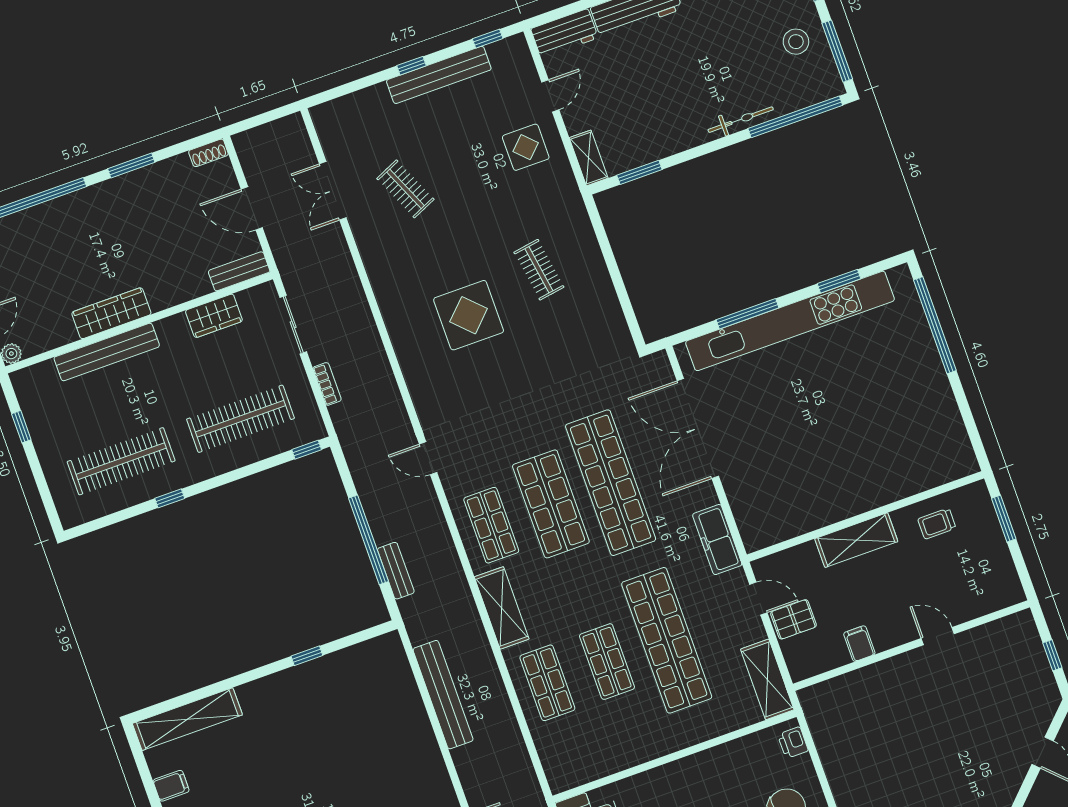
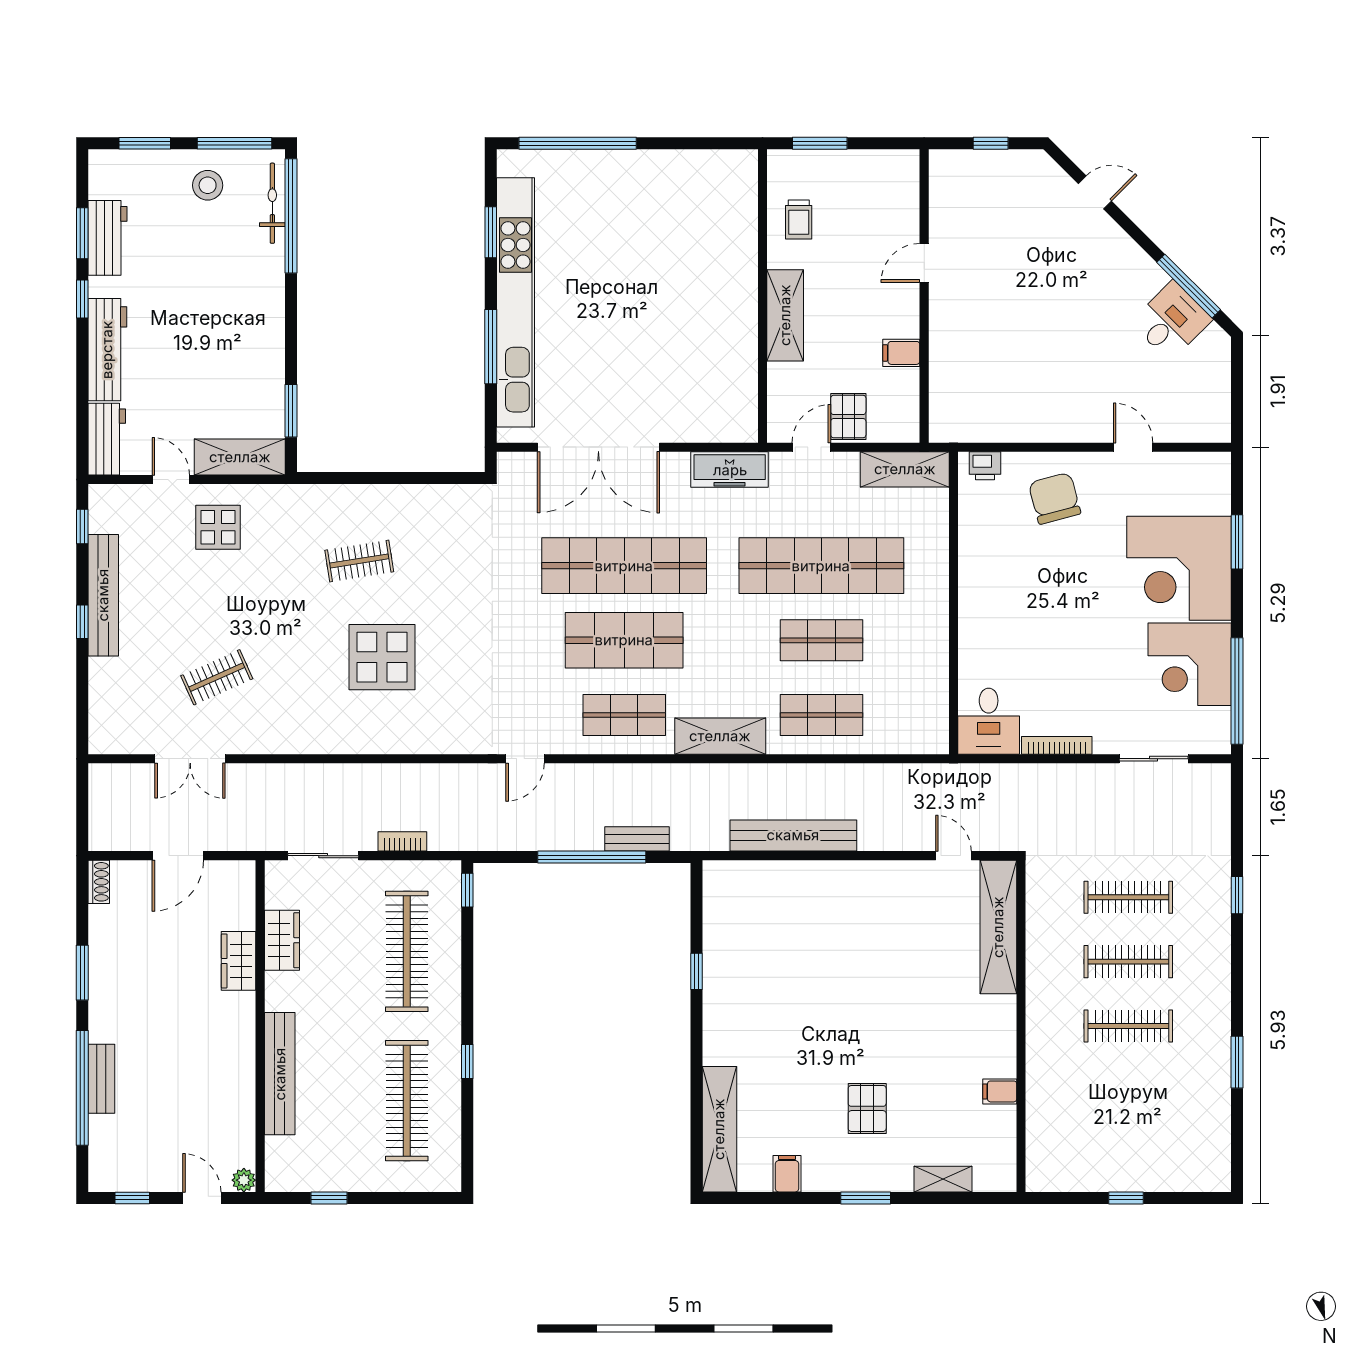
bicycle: (741, 120) -> (272, 203), moved
shelving: (589, 158) -> (240, 457), width x1.50, depth x1.33
bench: (239, 271) -> (101, 1079), moved
wardrobe: (111, 313) -> (239, 961), moved, width x0.67

